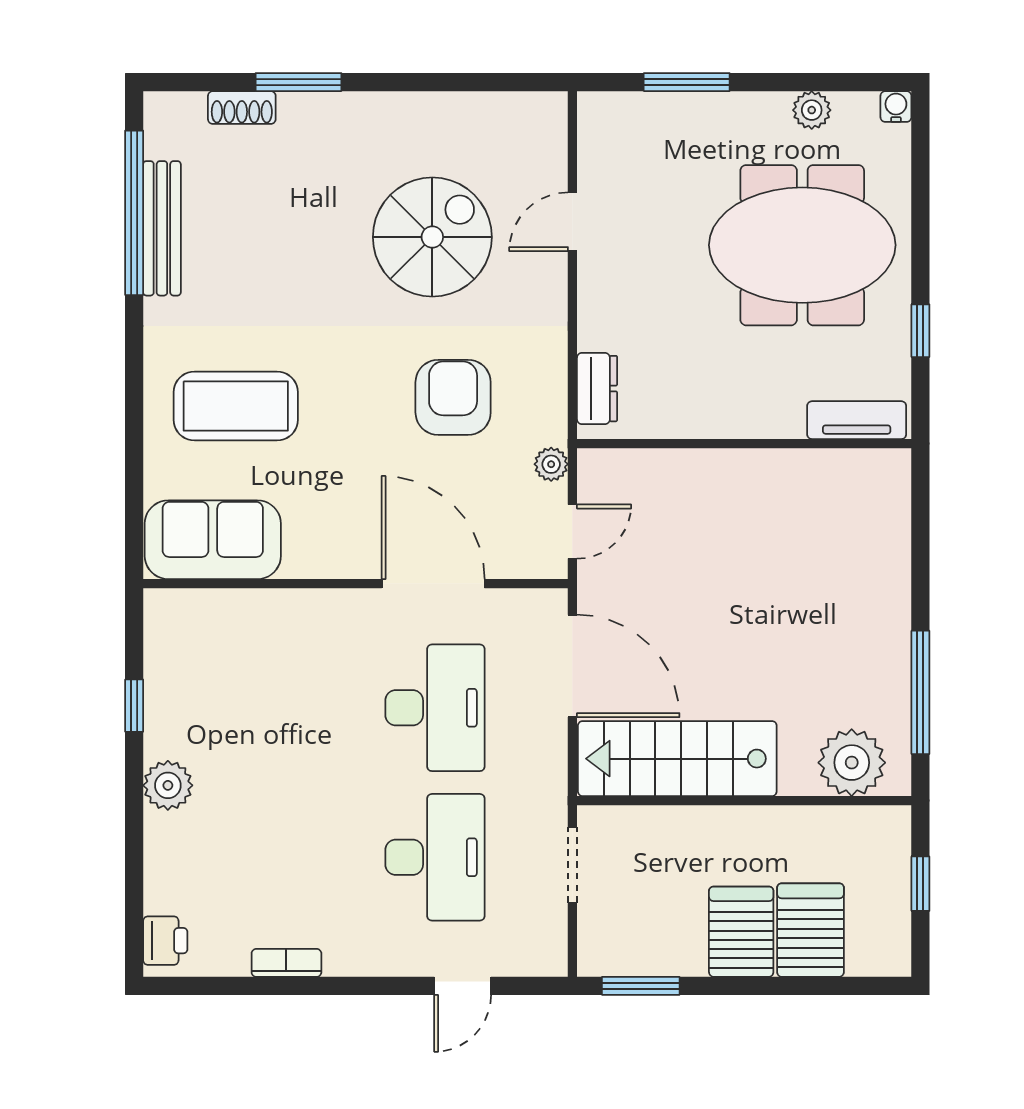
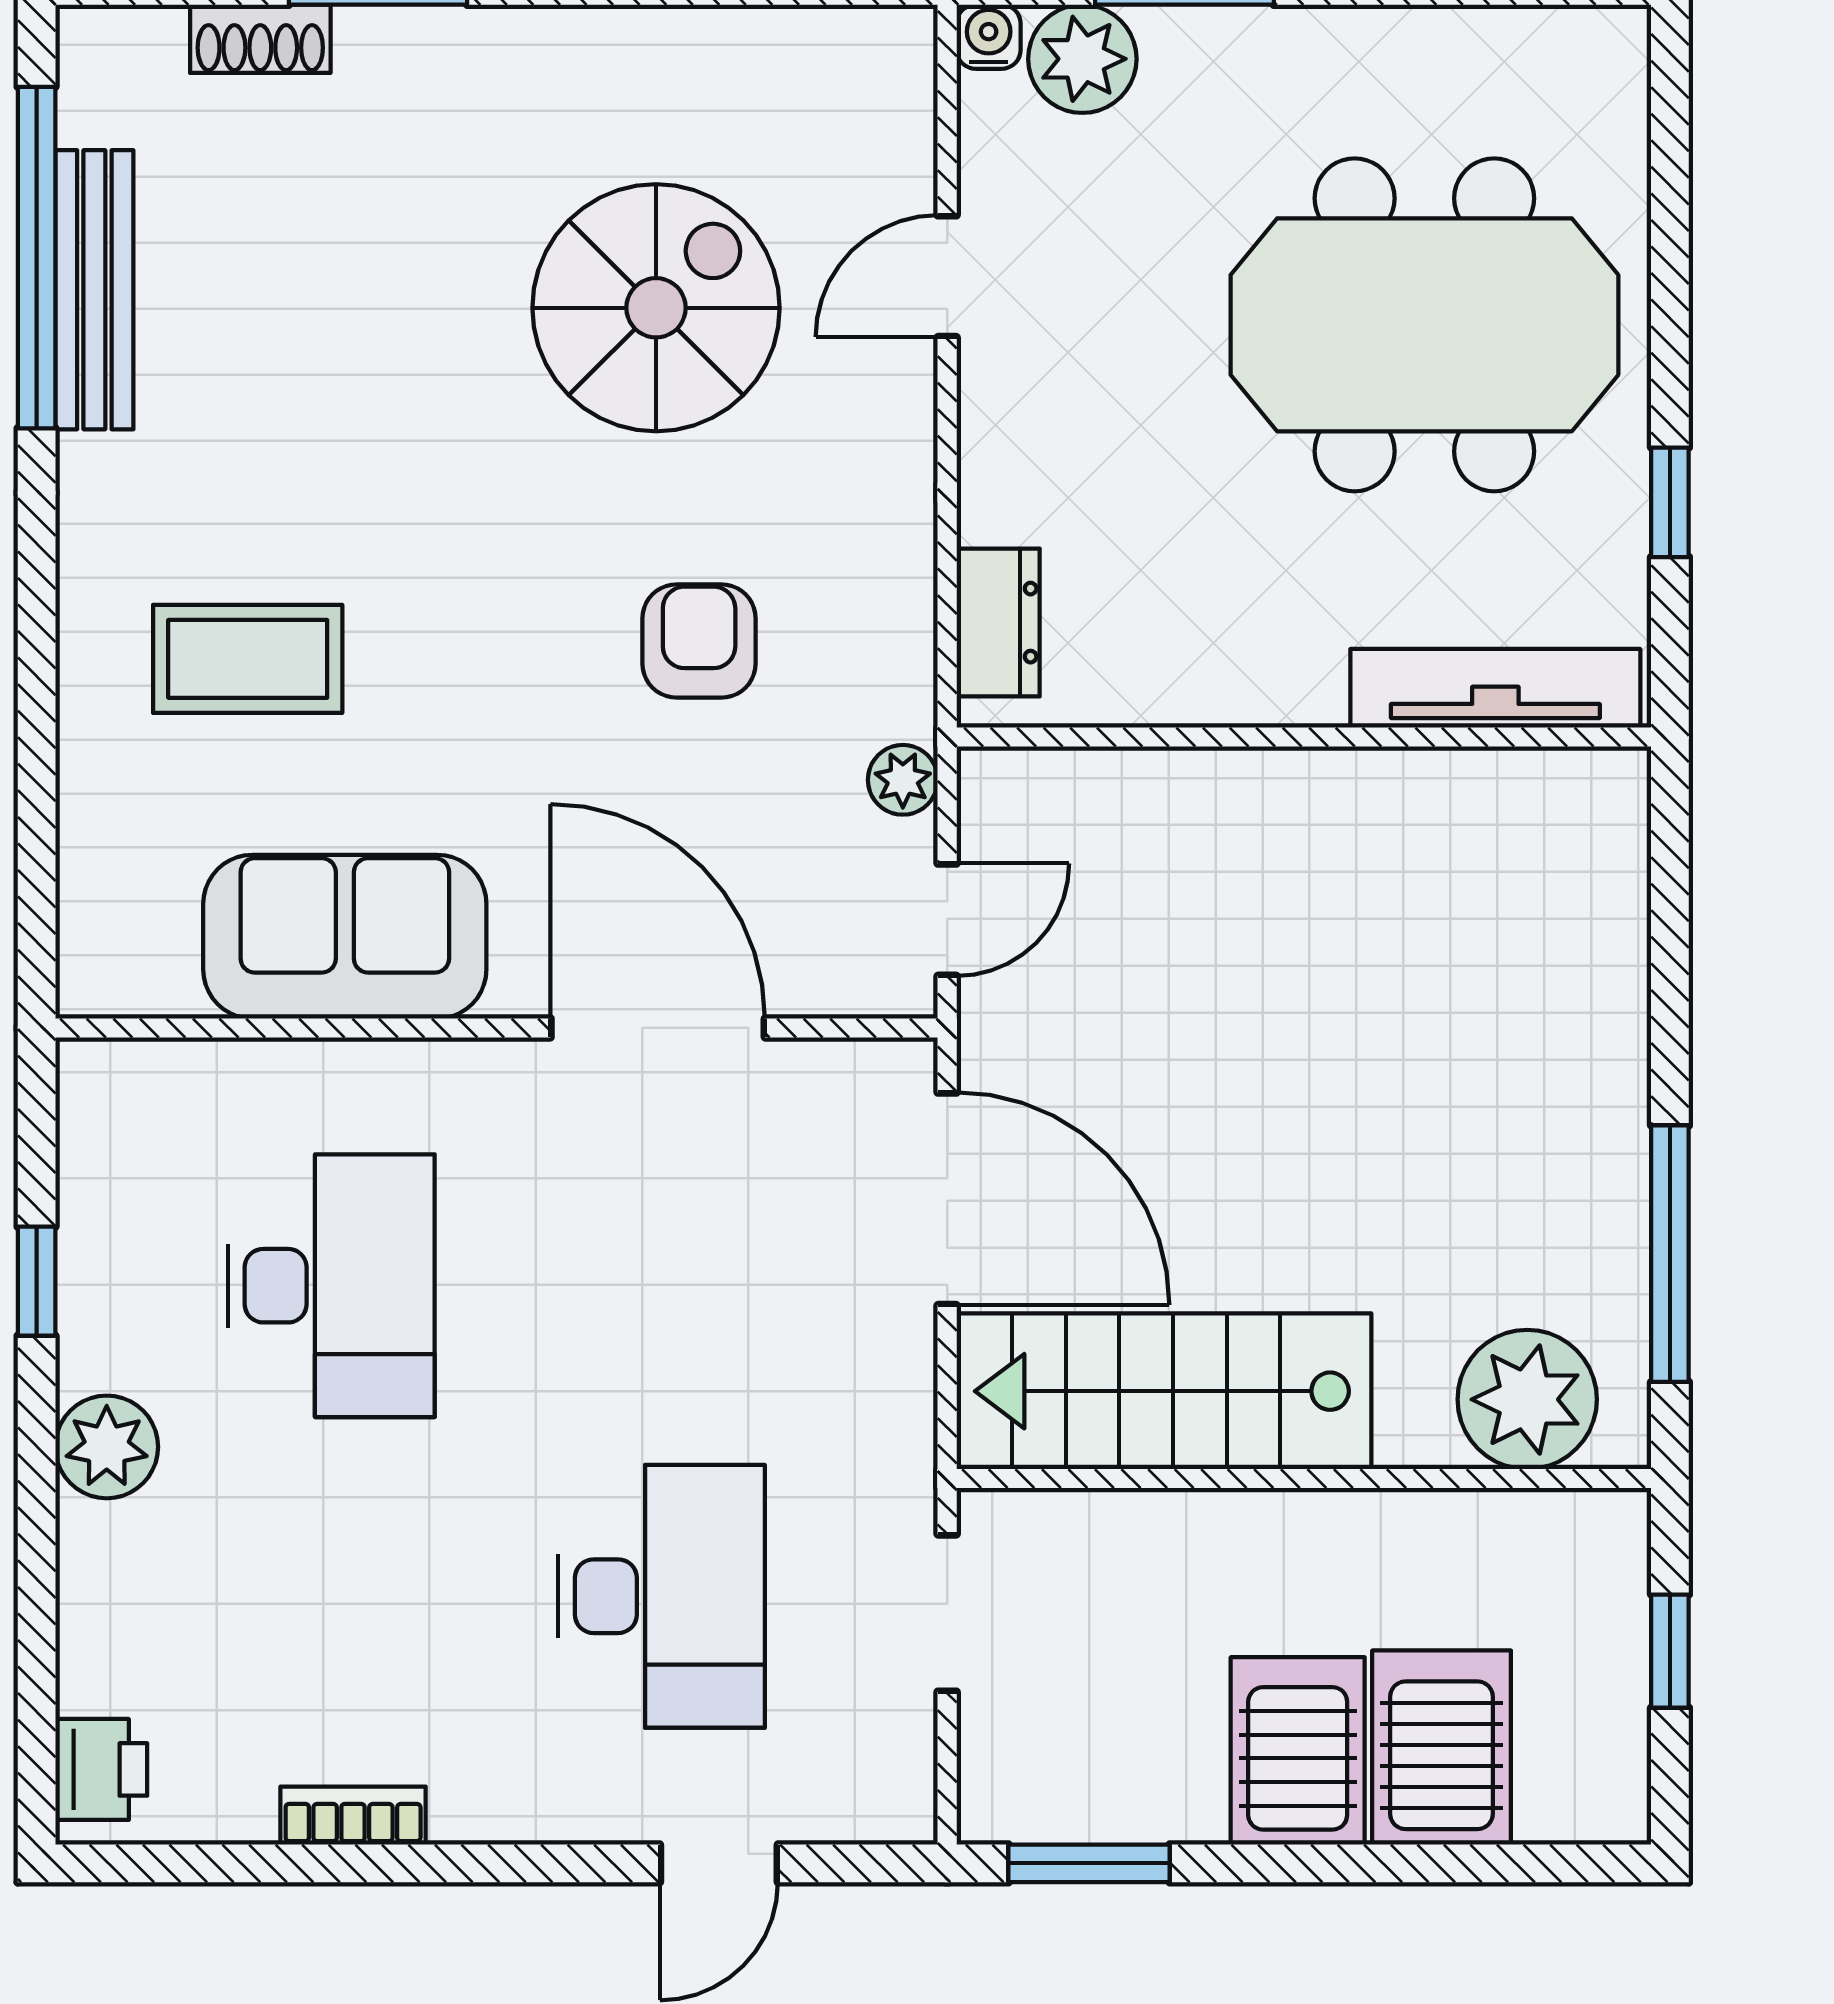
water cooler: (896, 107) -> (989, 37), moved
plant: (812, 110) -> (1082, 59), moved, width x1.38, depth x1.38
armchair: (453, 397) -> (699, 641), width x0.72, depth x0.72
coffee table: (236, 406) -> (248, 659), width x0.73, depth x0.76
tv unit: (857, 420) -> (1495, 688), width x1.41
sofa: (213, 540) -> (345, 937), moved
desk: (435, 708) -> (331, 1286), moved

